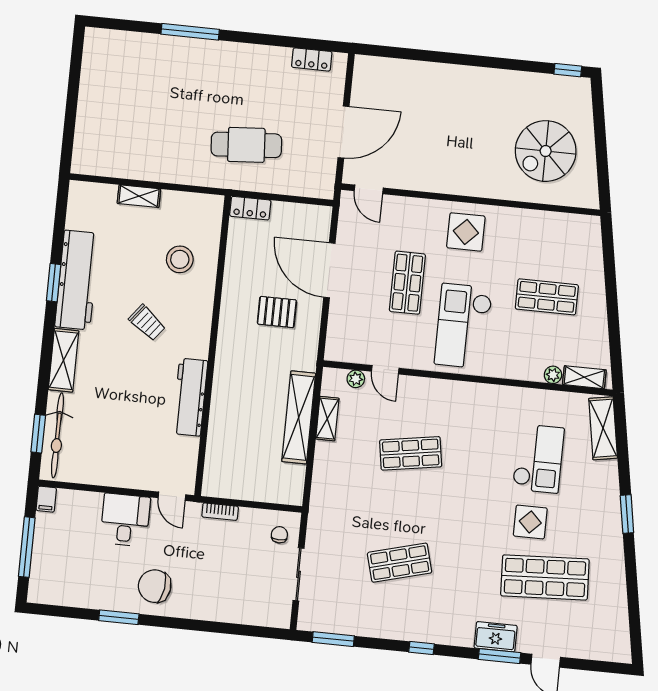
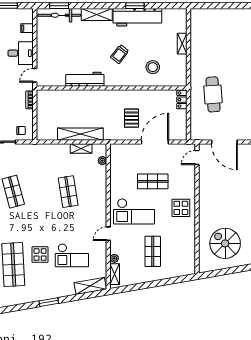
checkout: (463, 326) -> (134, 211), turned 180
door: (385, 370) -> (108, 234), moved
filing cabinet: (46, 499) -> (27, 28), moved

